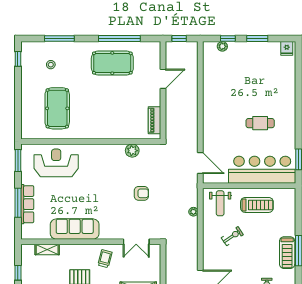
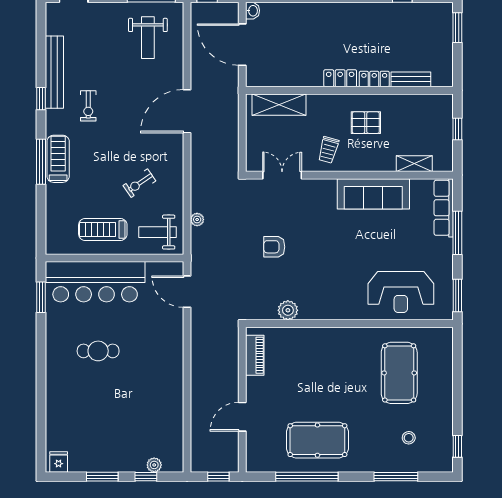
weight bench: (220, 203) -> (157, 232), turned -90
row of seats: (27, 204) -> (444, 208), moved

